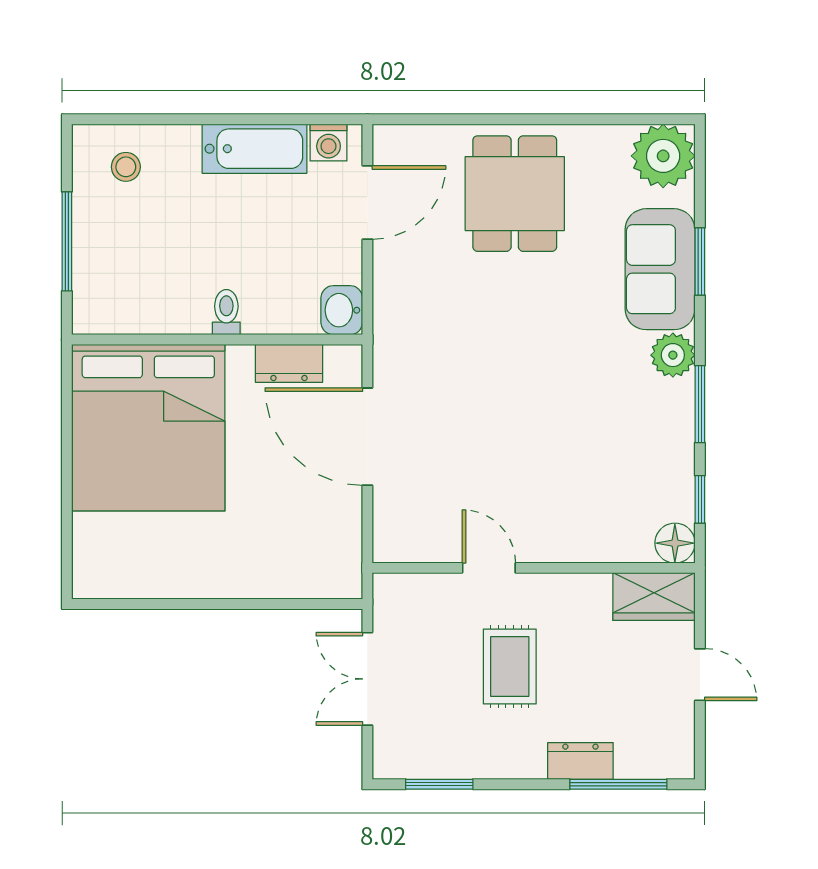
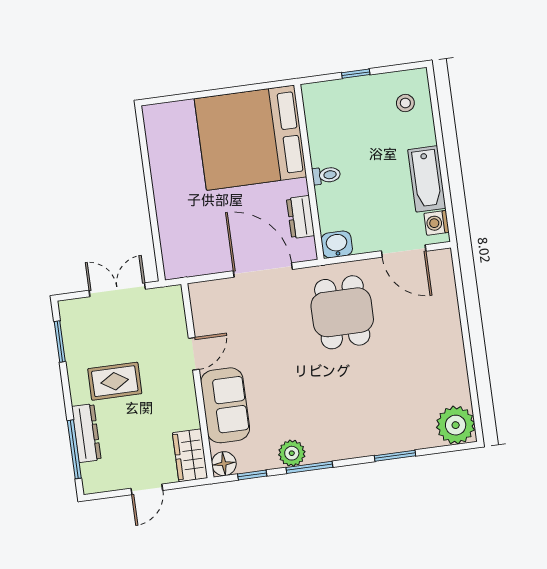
dining table: (515, 194) -> (342, 312), moved, turned 90
window: (67, 241) -> (356, 74), width x0.46
sofa: (660, 269) -> (225, 405), moved, turned 90
plant: (673, 355) -> (292, 453), moved
door: (367, 437) -> (263, 270), hinge flipped
rug: (510, 667) -> (115, 381), moved
dresser: (580, 761) -> (86, 433), width x1.44

